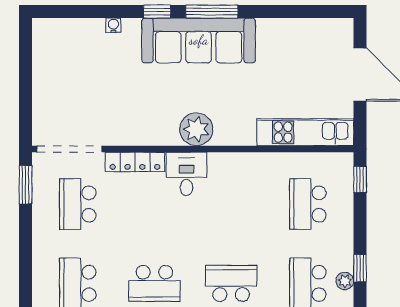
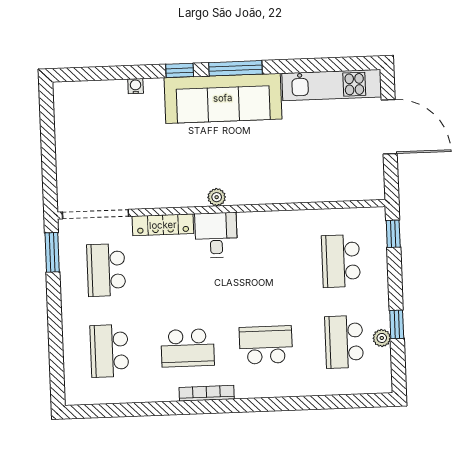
plant: (196, 129) -> (217, 197), width x0.53, depth x0.53
kitchen unit: (305, 132) -> (332, 85), moved, turned 180

